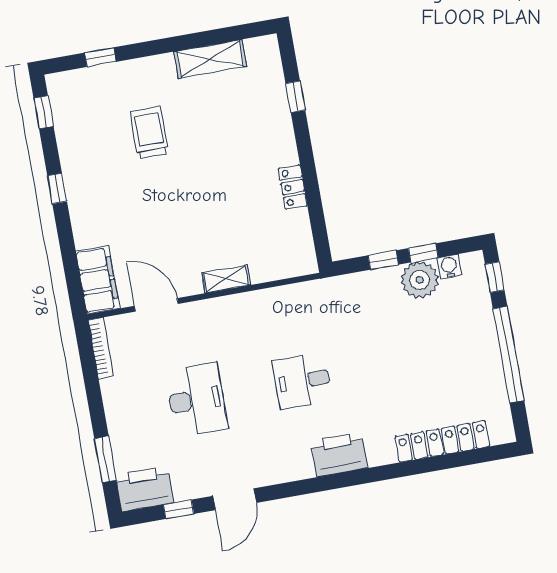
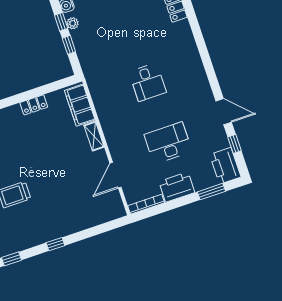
filing cabinet: (98, 280) -> (80, 105), moved, turned -90
plant: (420, 280) -> (73, 23), width x0.53, depth x0.53
printer: (339, 454) -> (177, 187), moved, turned 90

